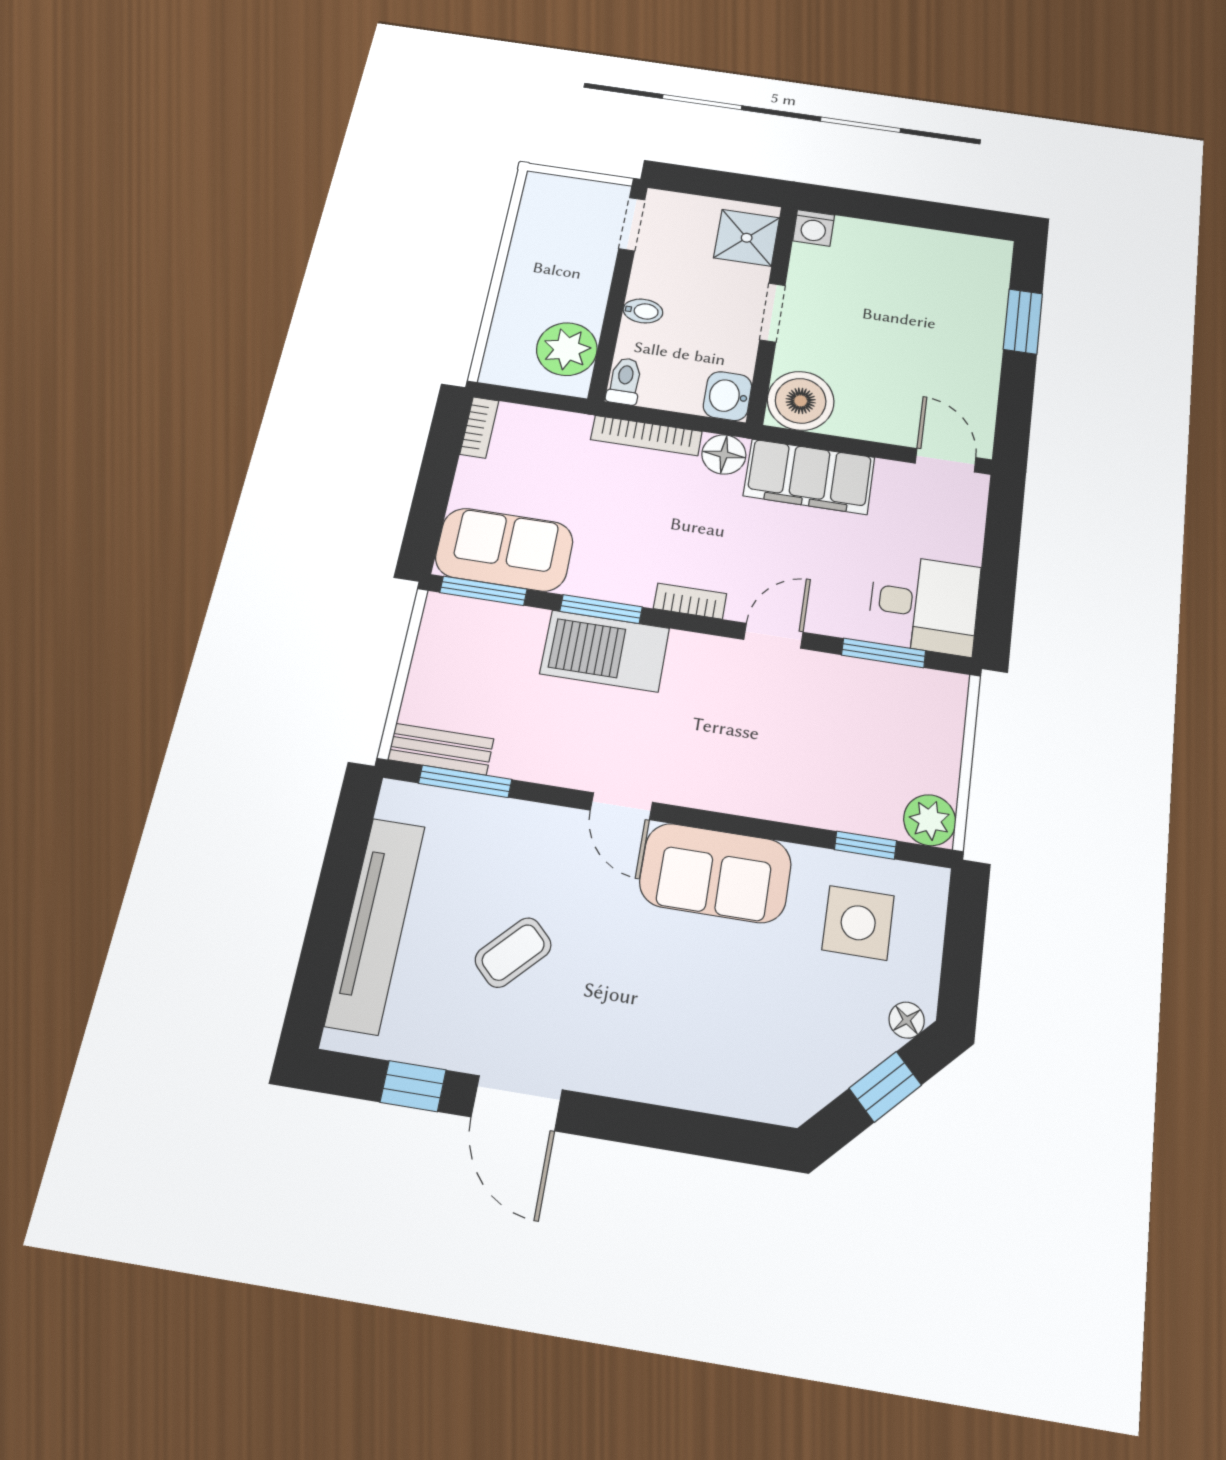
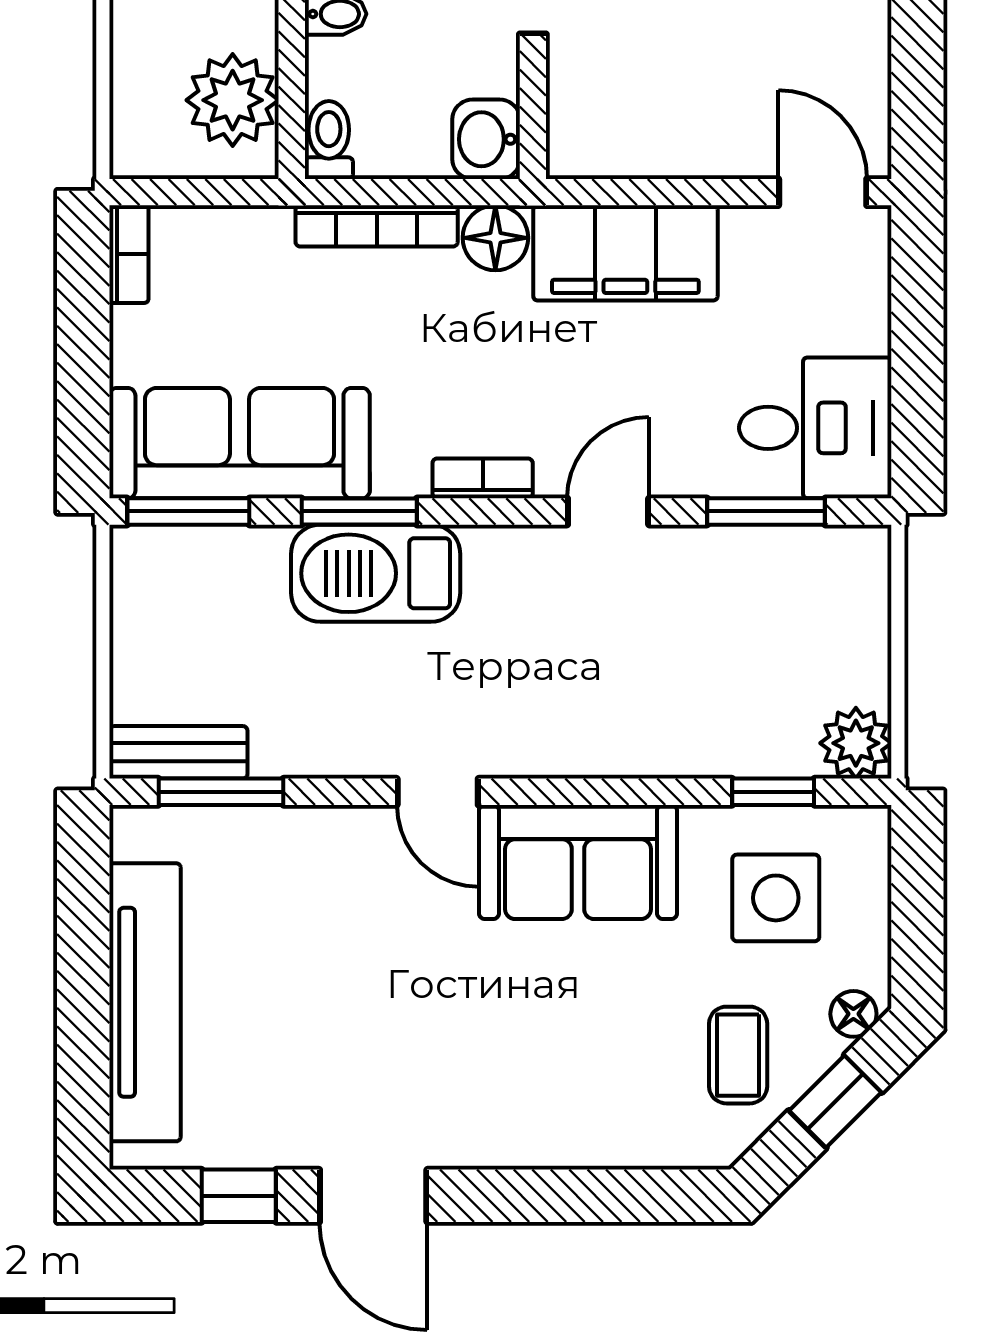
boiler: (801, 401) -> (596, 129), removed
sofa: (504, 550) -> (239, 443), width x1.36
coffee table: (513, 952) -> (738, 1055), moved, turned -44

